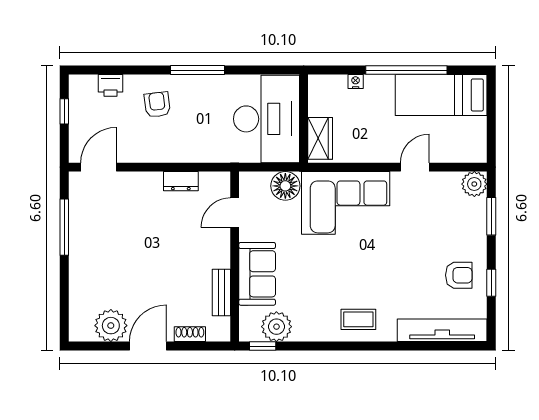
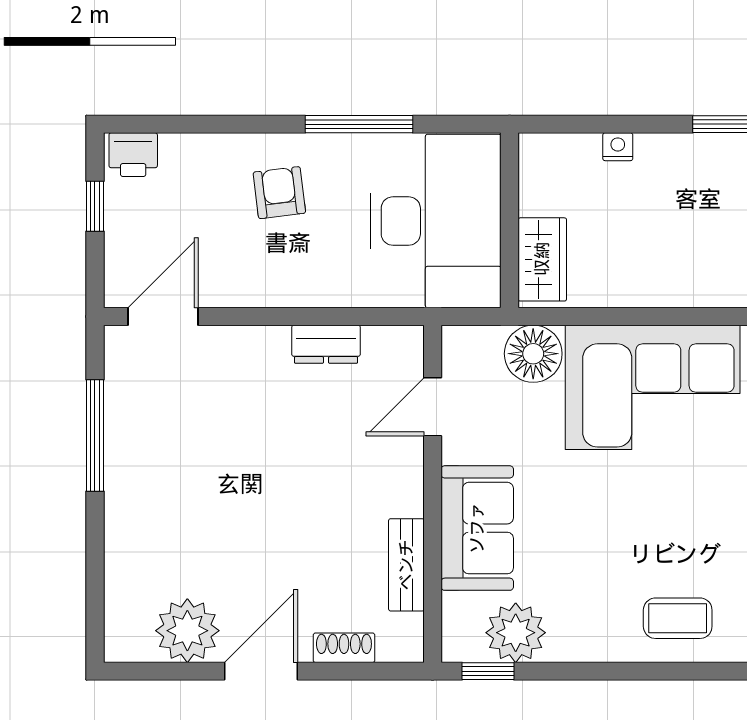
nightstand: (356, 81) -> (618, 147), moved
printer: (111, 85) -> (133, 155), moved
desk: (266, 119) -> (436, 221), moved
wall: (304, 119) -> (510, 220), moved
wardrobe: (320, 138) -> (542, 259), moved

